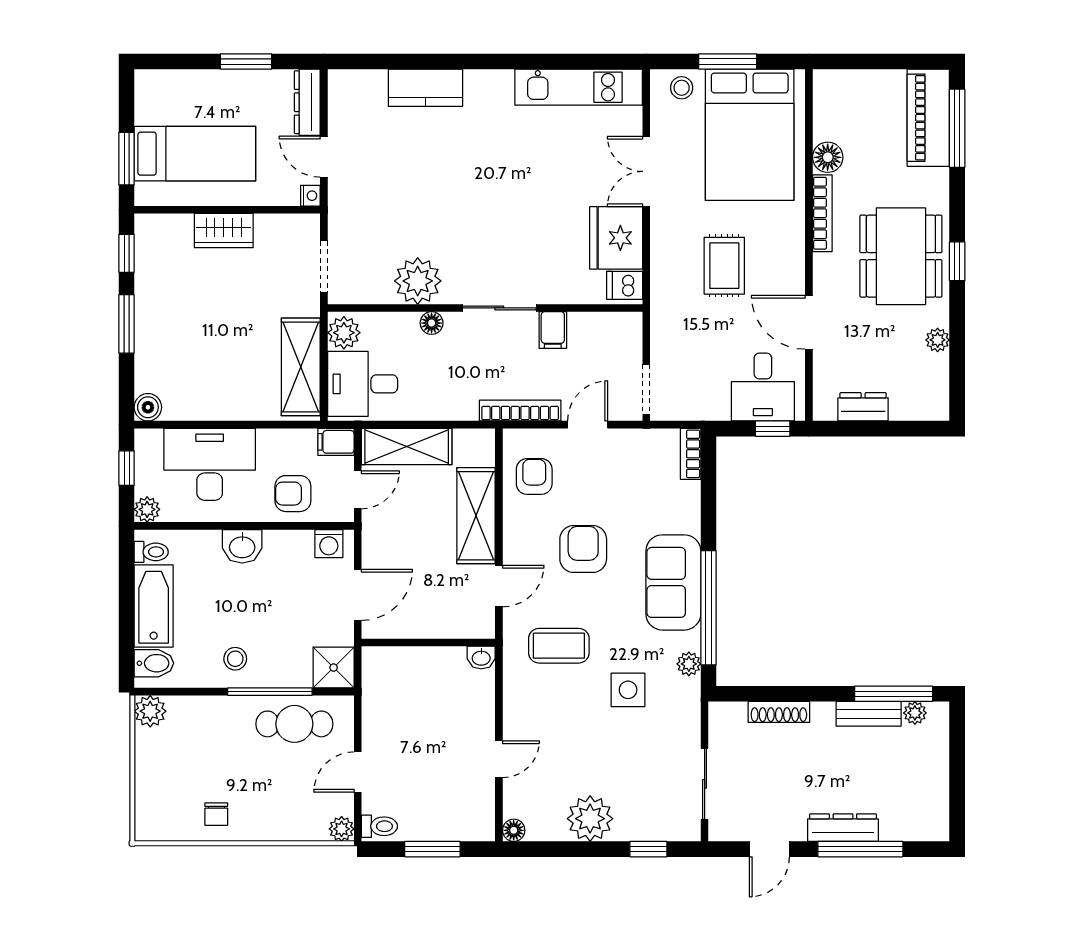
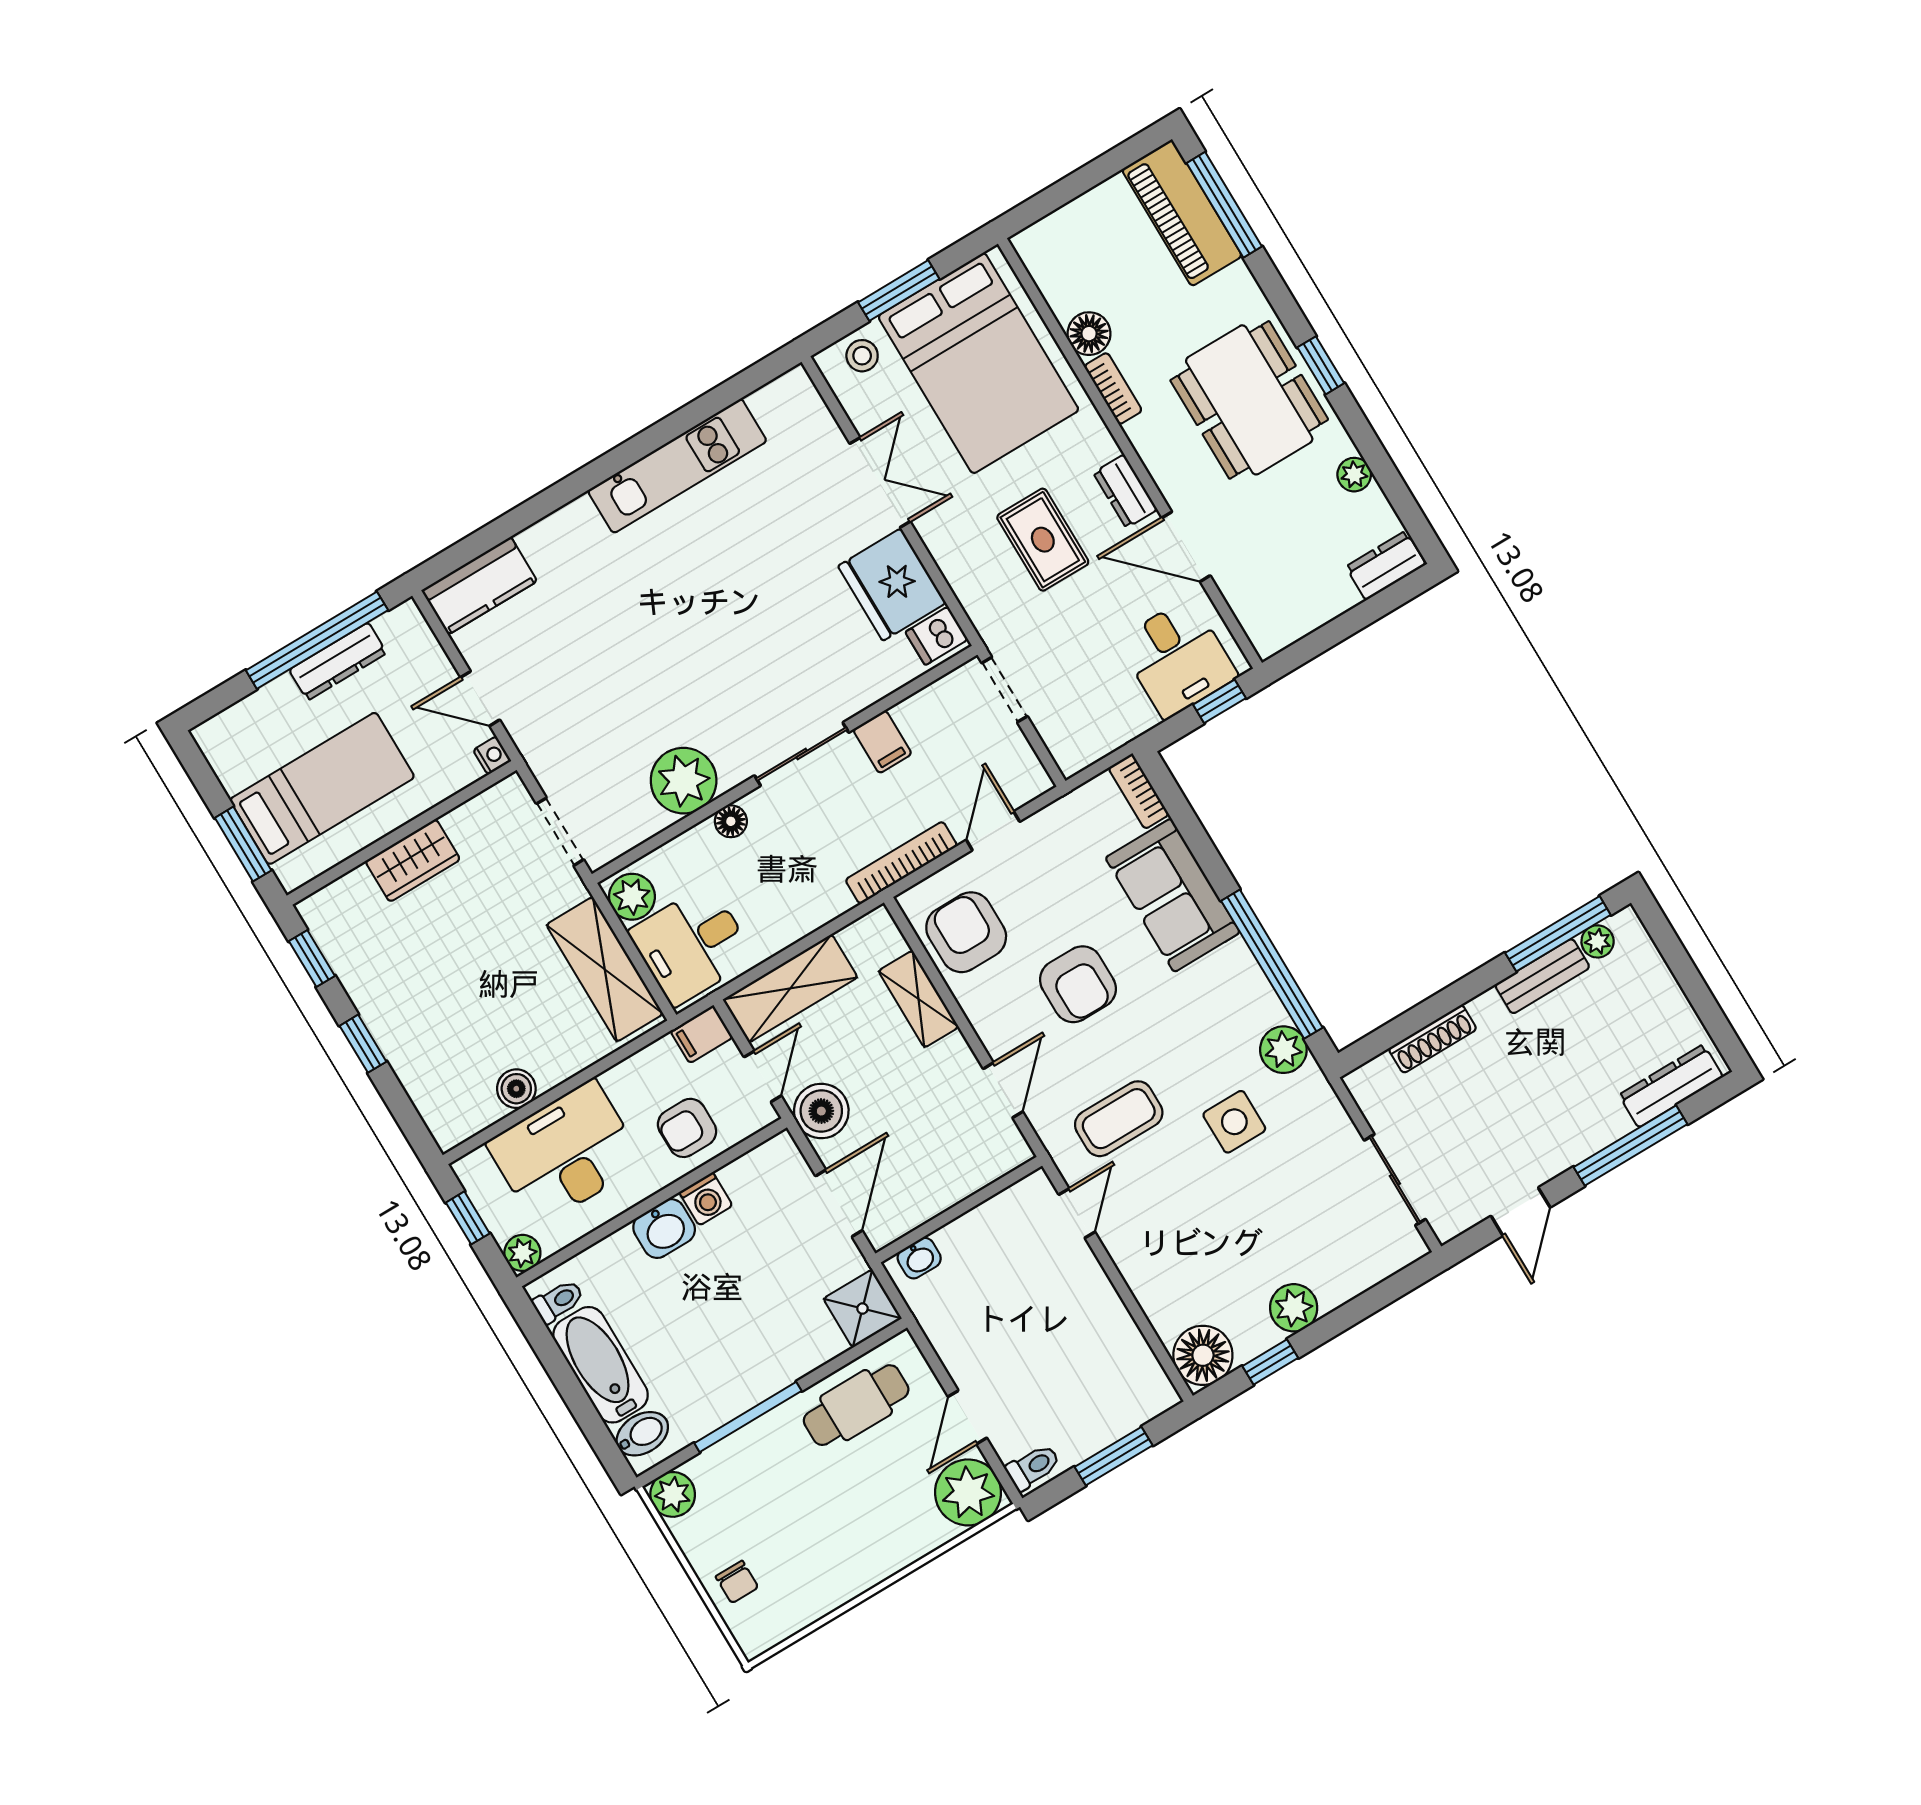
window: (246, 62) -> (317, 640), width x2.11
kitchen unit: (579, 87) -> (677, 466), moved
kitchen counter: (425, 88) -> (479, 586), moved
dresser: (307, 102) -> (338, 661), moved, turned -90
double door: (646, 171) -> (880, 482), swing flipped
bookcase: (822, 213) -> (1113, 388), width x0.64
dresser: (792, 266) -> (1125, 491), added
window: (127, 324) -> (363, 1044), width x0.67
doorway: (646, 389) -> (1005, 690), moved
boiler: (148, 407) -> (516, 1089), moved
dresser: (863, 407) -> (1386, 566), moved
armchair: (534, 476) -> (966, 932), width x1.38, depth x1.38
shelving: (476, 516) -> (919, 999), width x0.67, depth x0.75
boiler: (381, 532) -> (821, 1111), added
washing machine: (329, 544) -> (706, 1199), moved
armchair: (583, 549) -> (1078, 984), turned 180
sofa: (673, 582) -> (1173, 895), moved
washbasin: (481, 658) -> (919, 1258), moved
stool: (235, 659) -> (737, 1369), removed
plant: (689, 664) -> (1283, 1050), width x1.38, depth x1.38
window: (270, 692) -> (748, 1417), moved
door: (499, 759) -> (1077, 1213), moved
chair: (216, 814) -> (737, 1582), moved
plant: (590, 819) -> (1294, 1308), width x0.73, depth x0.73
dresser: (843, 828) -> (1671, 1086), moved
plant: (342, 829) -> (968, 1492), width x1.88, depth x1.88
floor lamp: (514, 830) -> (1203, 1355), width x1.89, depth x1.89
window: (648, 849) -> (1270, 1362), moved

